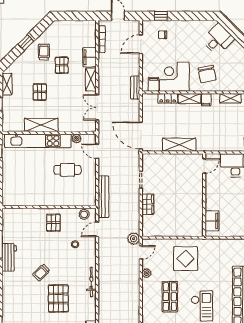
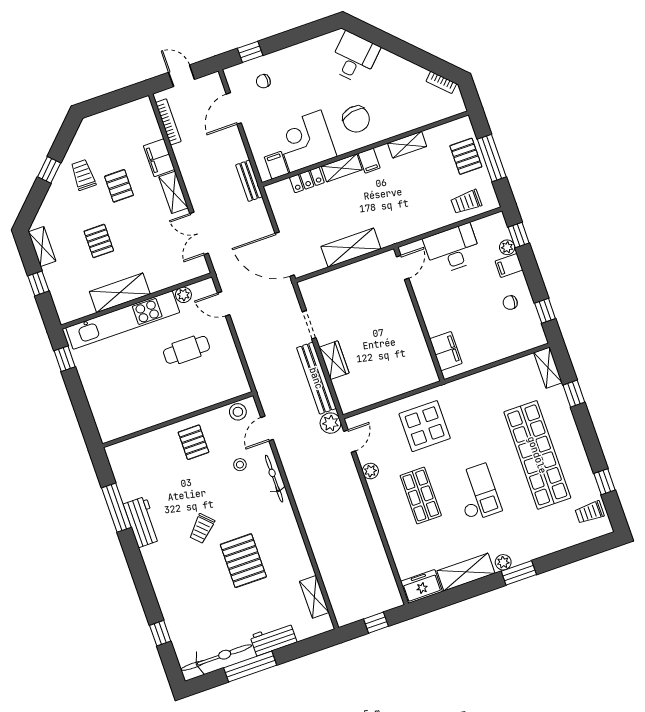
bench: (103, 197) -> (316, 378), moved
bicycle: (91, 282) -> (274, 479), moved

